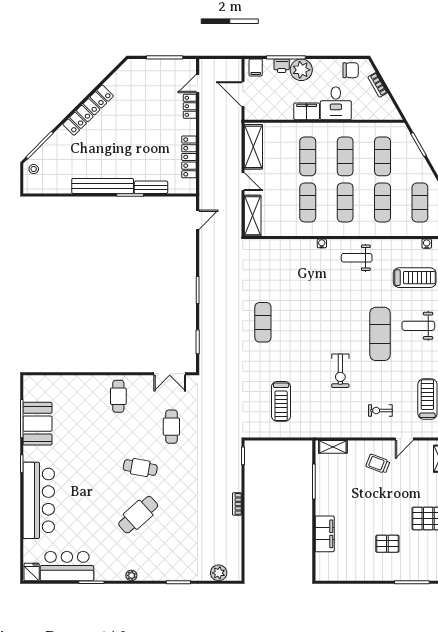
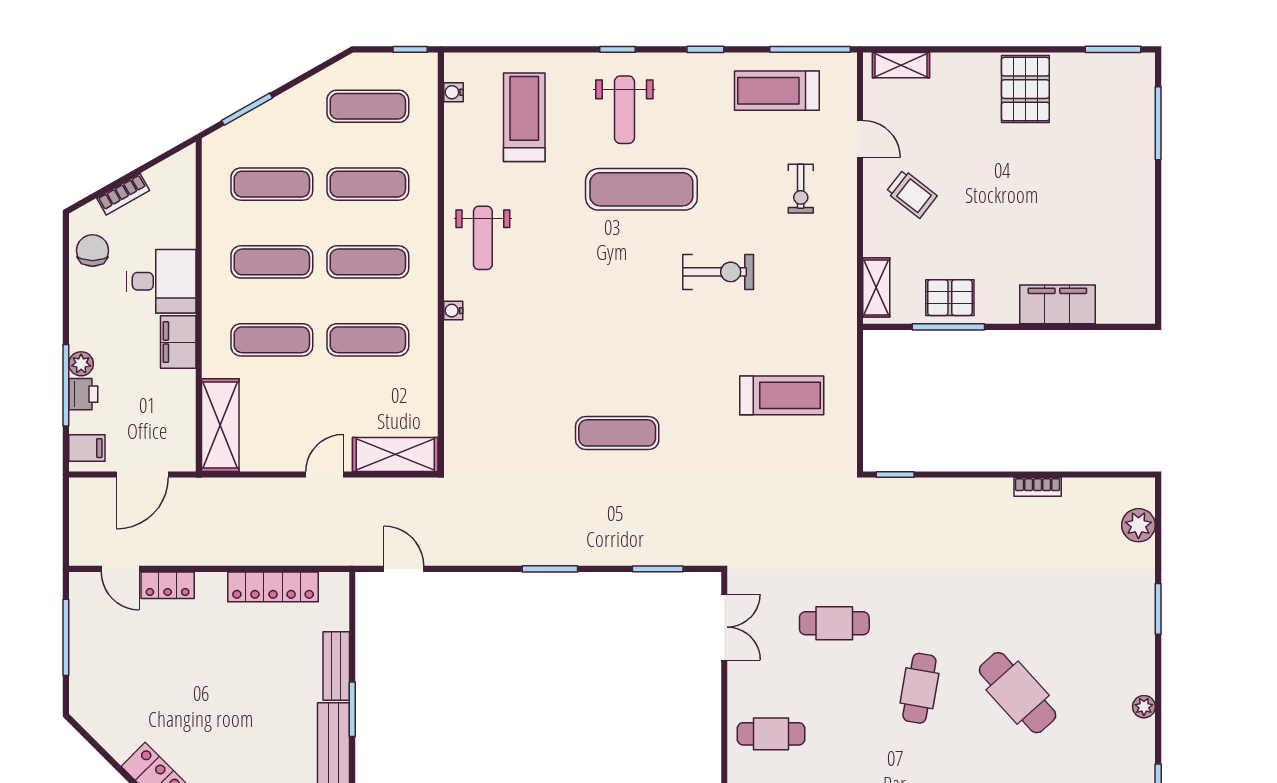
plant: (301, 70) -> (81, 364), width x0.53, depth x0.53
shelving: (253, 147) -> (220, 425), moved, turned 90
trolley: (378, 464) -> (912, 194), turned -73
bookcase: (237, 504) -> (1038, 487), moved
pallet: (387, 544) -> (950, 298), moved, turned 90

